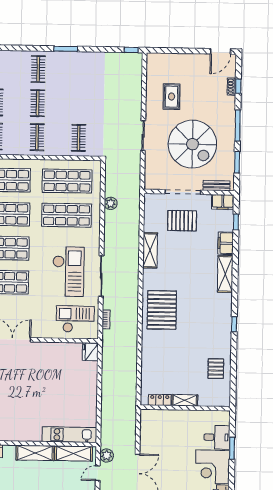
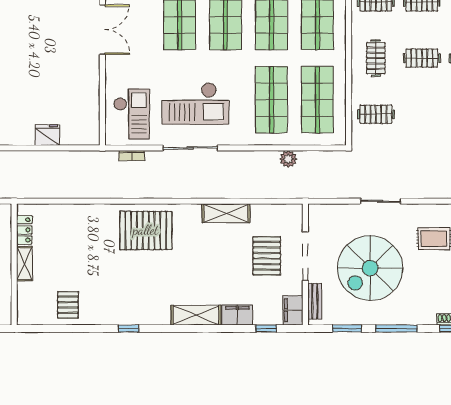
clothes rail: (37, 137) -> (376, 58), turned 90
fridge: (90, 352) -> (47, 135), moved
pallet: (216, 369) -> (68, 305), turned 90

